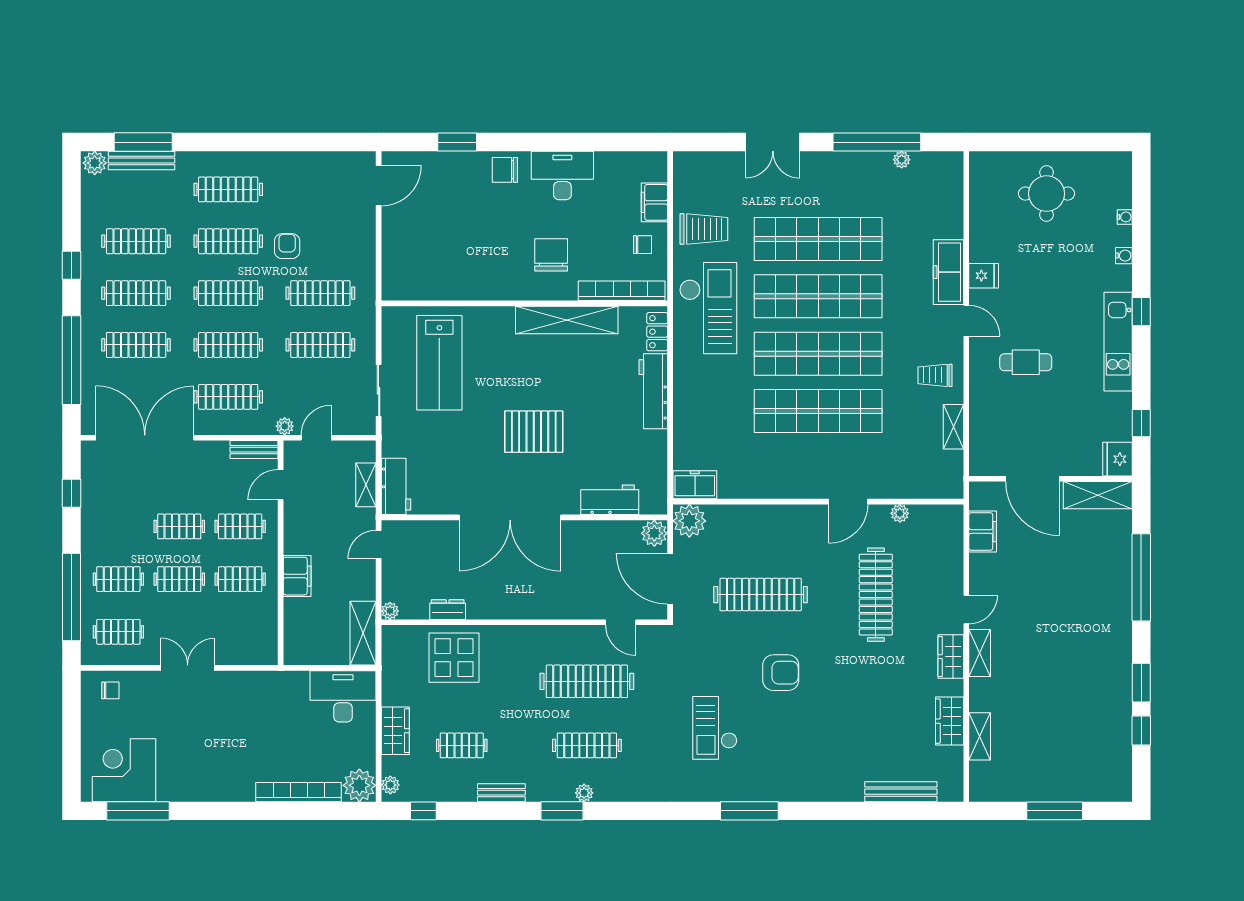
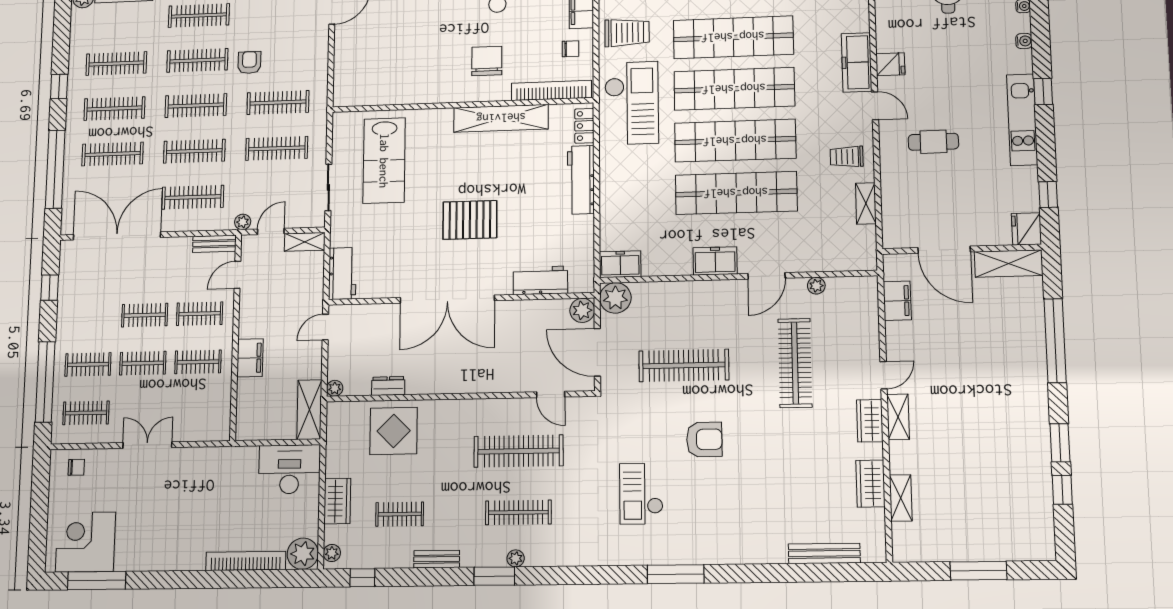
freezer: (795, 484) -> (715, 261), added
shelving: (366, 485) -> (305, 242), moved, turned 90

